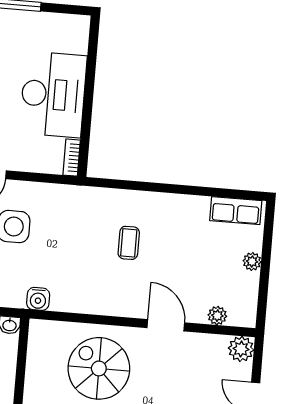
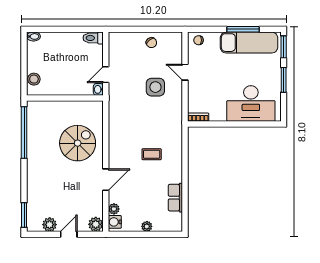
desk: (53, 94) -> (251, 103), moved
row of seats: (236, 211) -> (175, 198), moved
water cooler: (38, 299) -> (115, 222), moved

